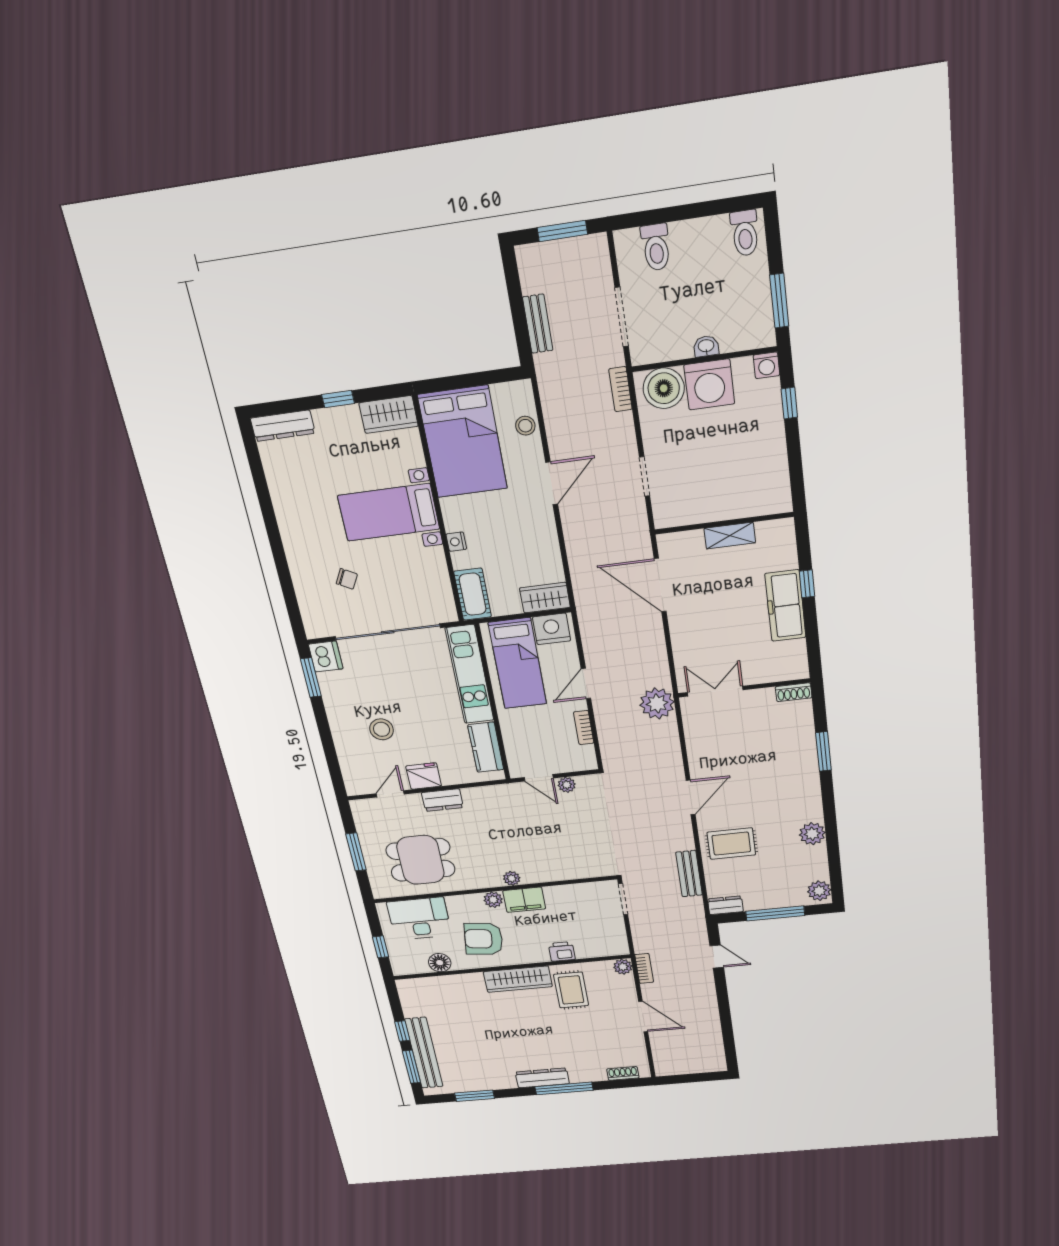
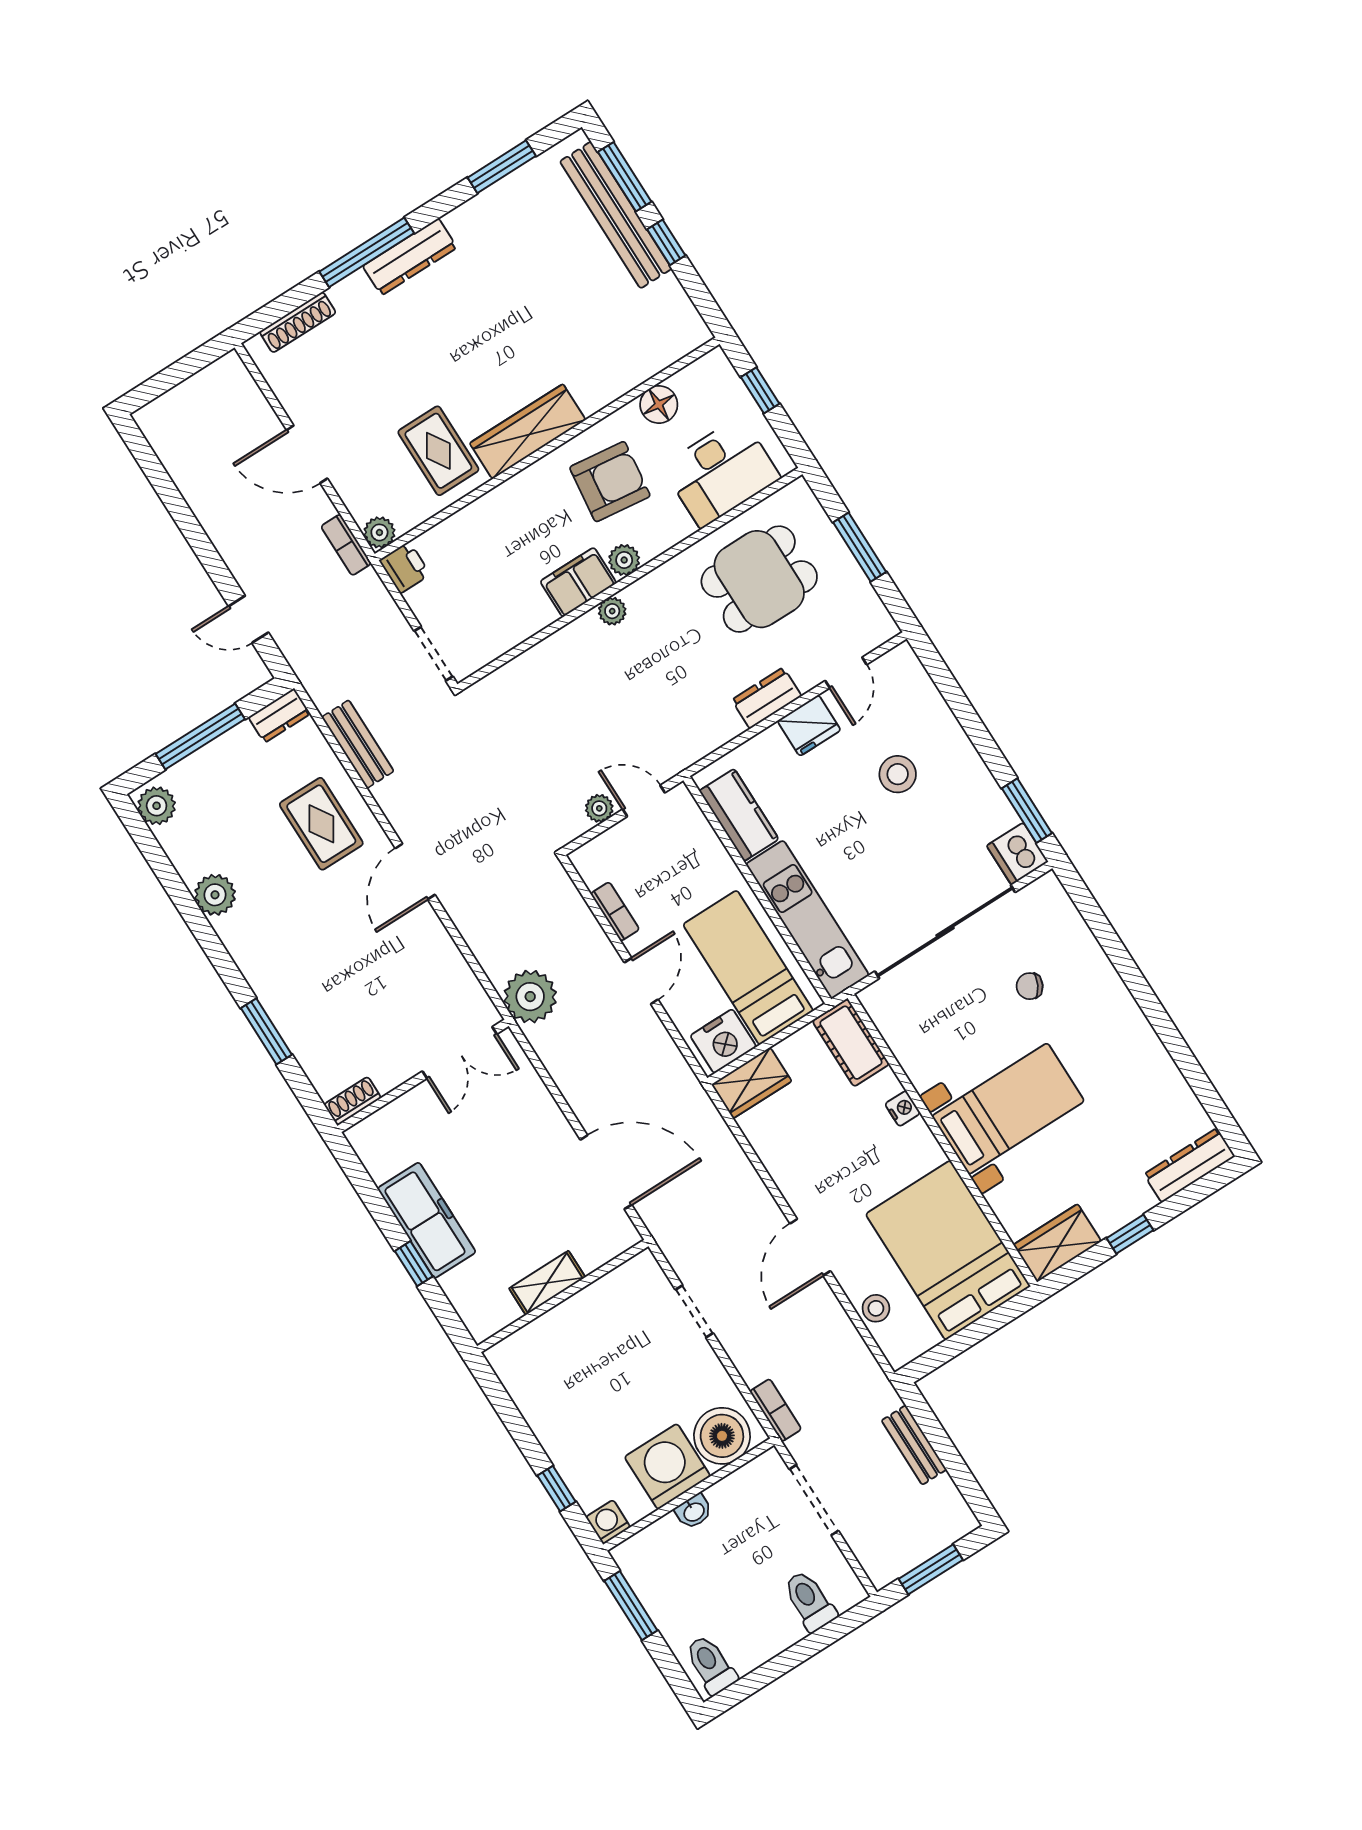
rug: (731, 844) -> (321, 824), turned 90
printer: (562, 951) -> (405, 567), moved, turned -90
shoe rack: (623, 1073) -> (298, 322), width x1.43

